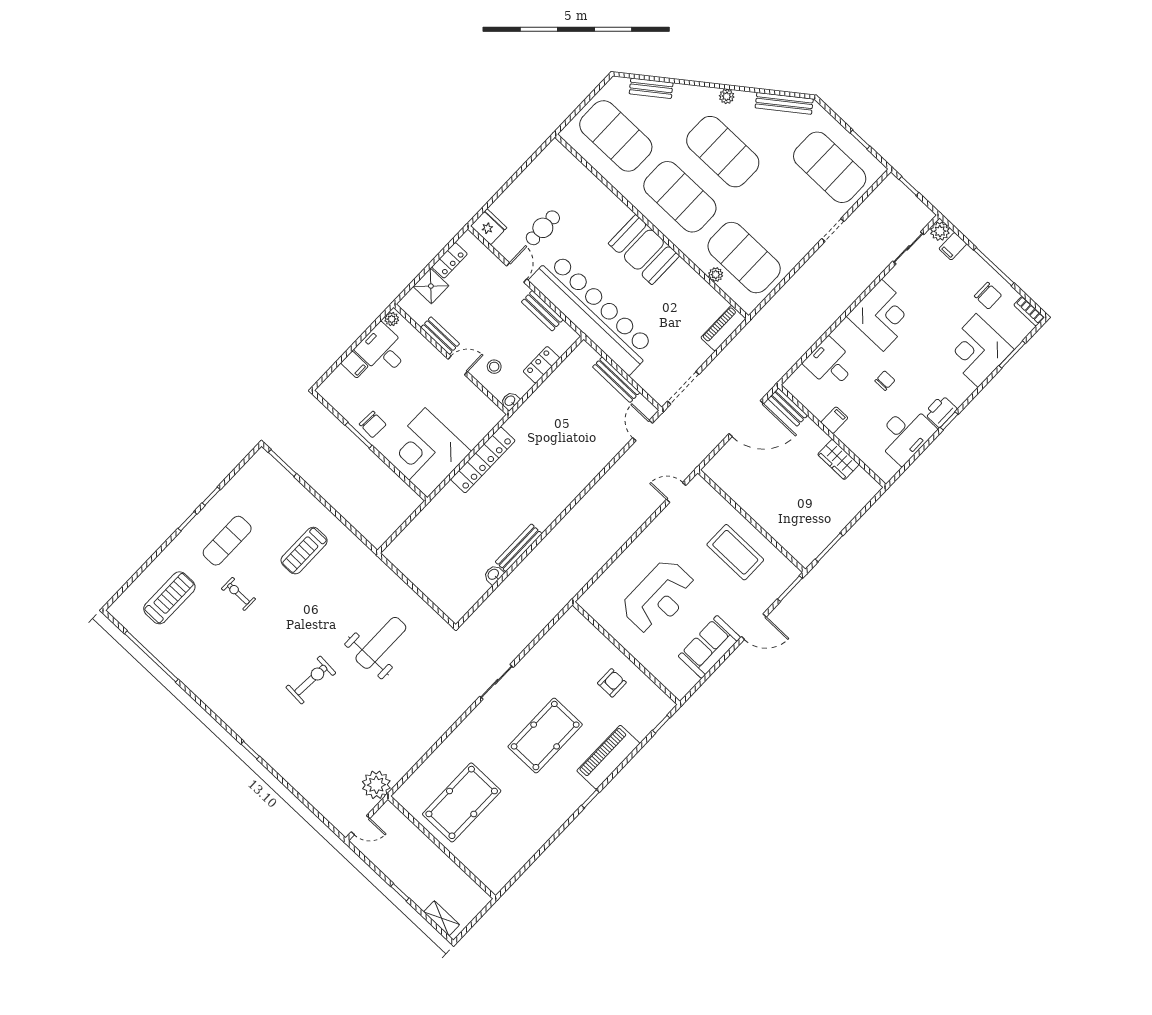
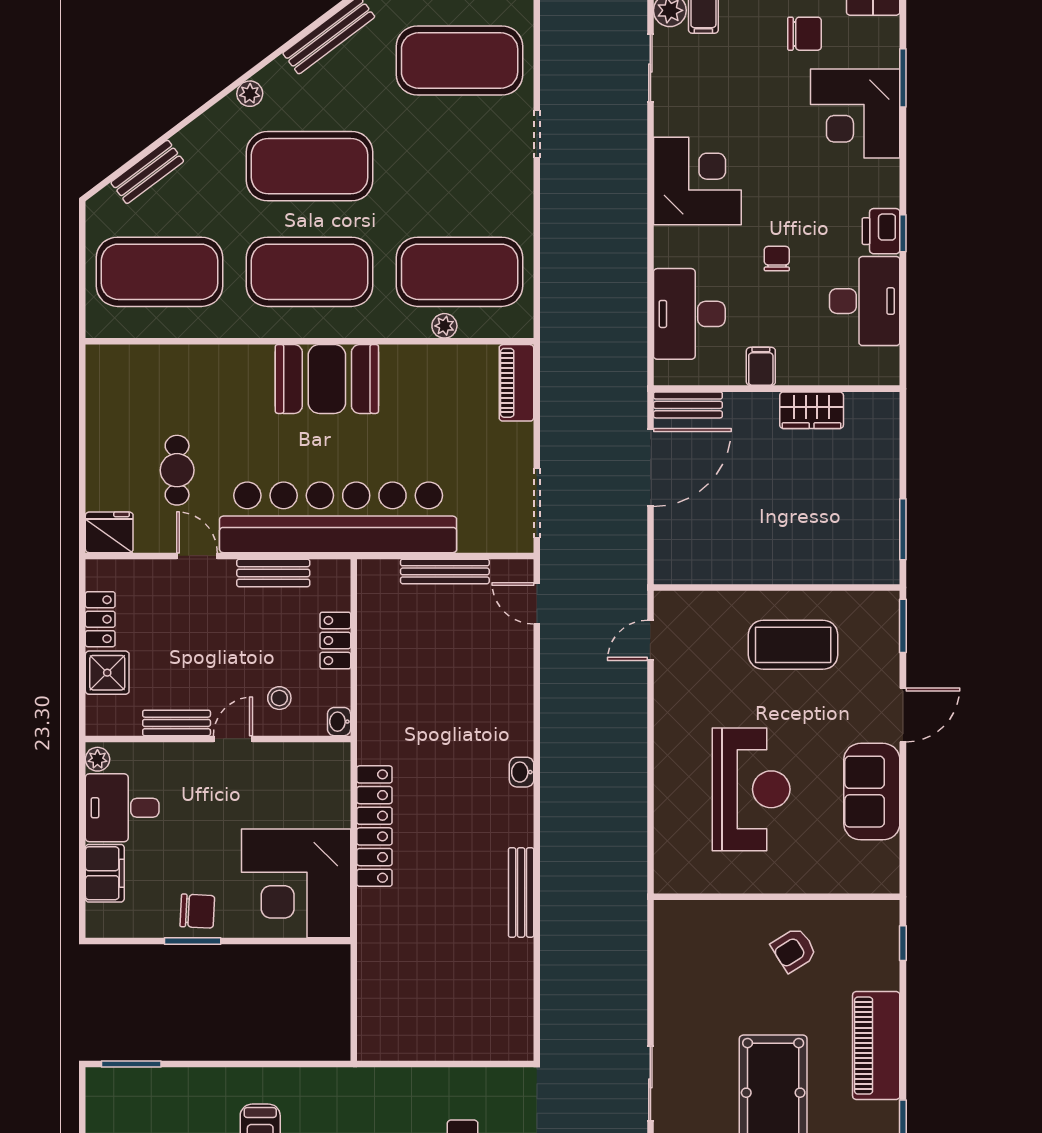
desk: (830, 363) -> (689, 314), width x1.37
filing cabinet: (354, 365) -> (105, 873), width x2.00
washbasin: (494, 575) -> (522, 772), moved
armchair: (612, 683) -> (794, 950), turned -122

